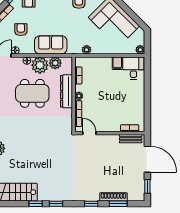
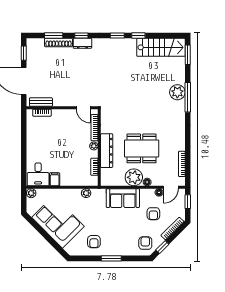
plant: (55, 63) -> (118, 180), removed
dresser: (90, 196) -> (82, 43), added

